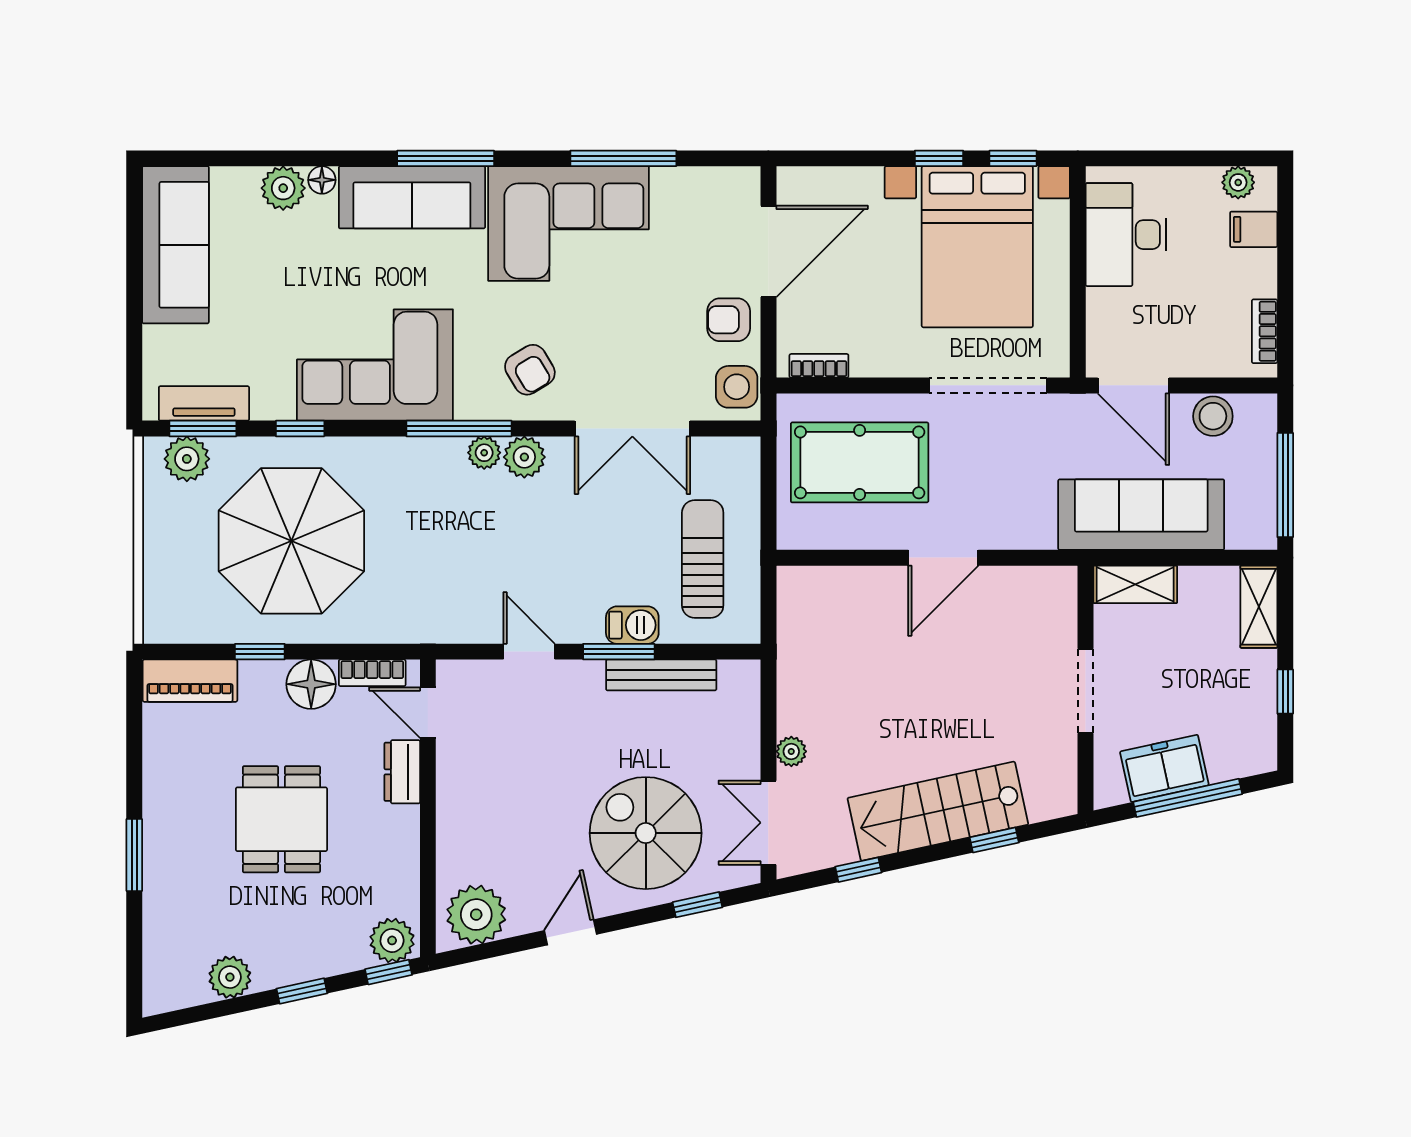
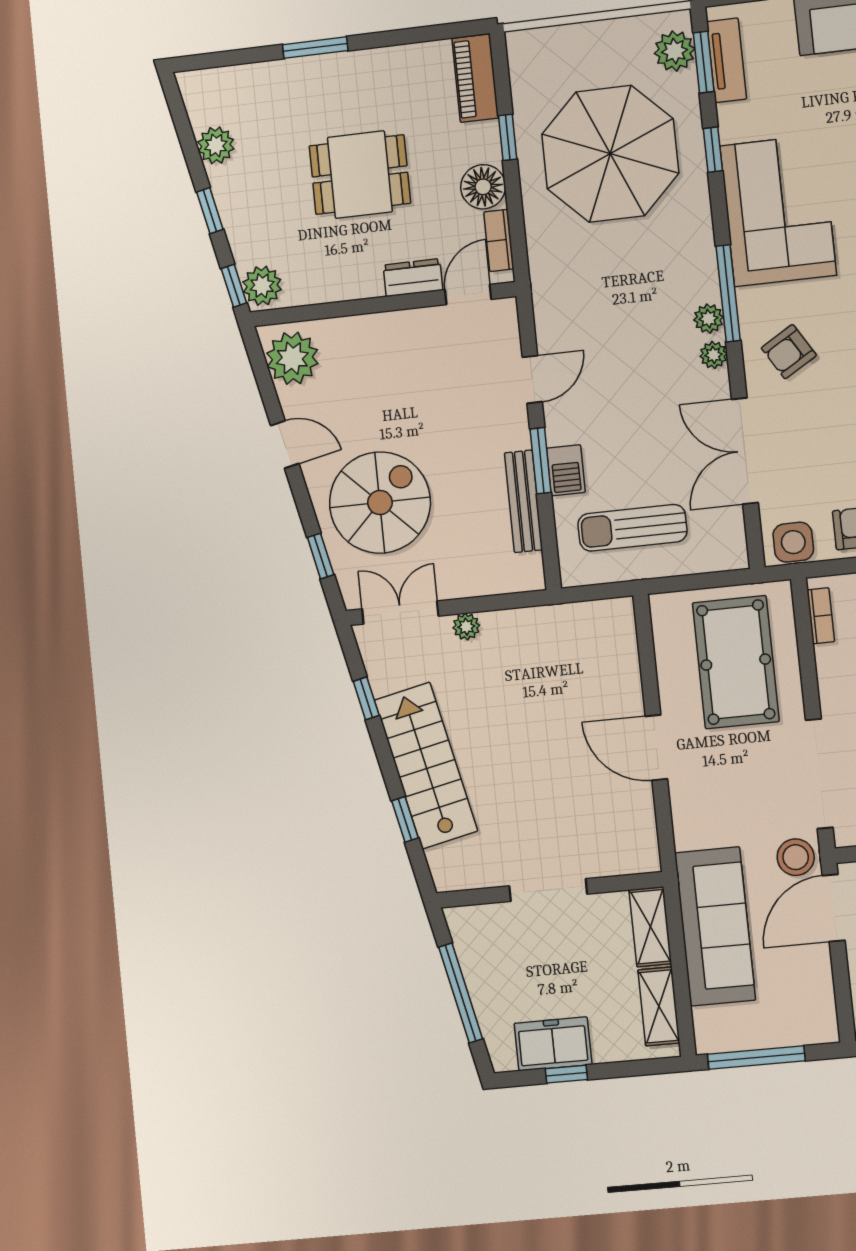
stool: (1213, 416) -> (796, 857), moved
plant: (524, 457) -> (714, 355), width x0.73, depth x0.73
sun lounger: (703, 559) -> (632, 528), turned 180
shelving: (1259, 607) -> (659, 1006), moved, turned 90
freezer: (1164, 768) -> (553, 1044), moved, turned -78

